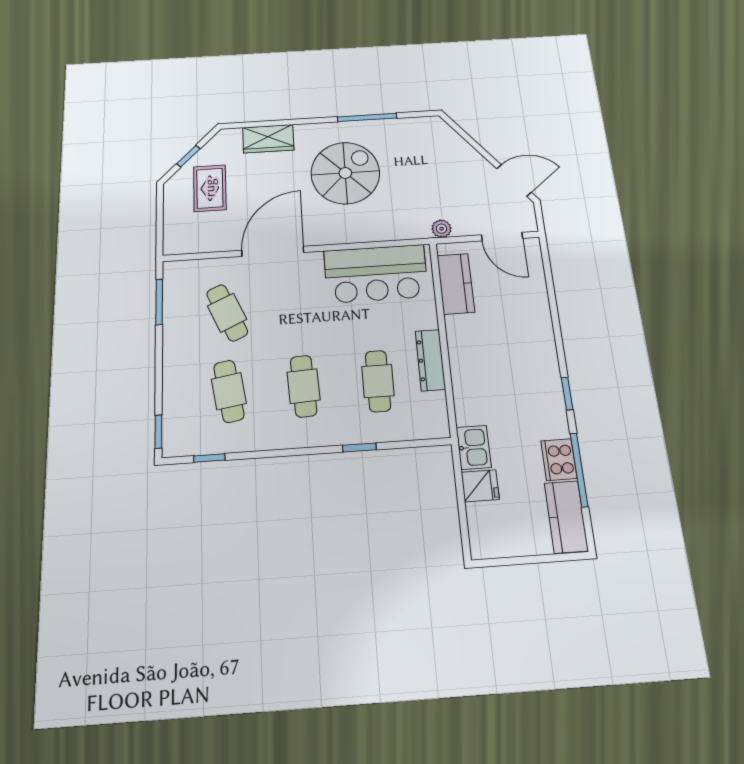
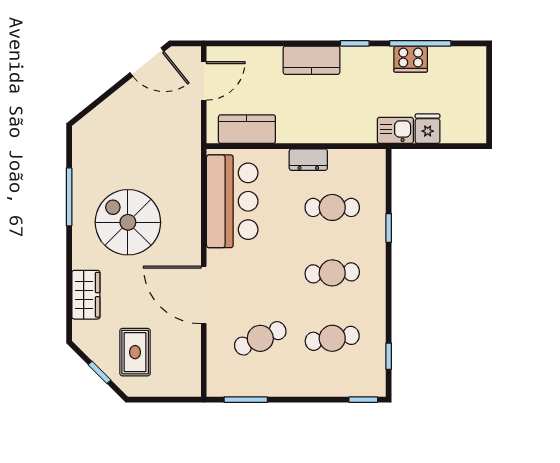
door: (514, 180) -> (147, 62), swing flipped
rug: (210, 188) -> (135, 352), turned 90
plant: (442, 229) -> (192, 136), removed
dresser: (430, 360) -> (308, 160), width x0.70
kitchen counter: (566, 517) -> (312, 60), moved

